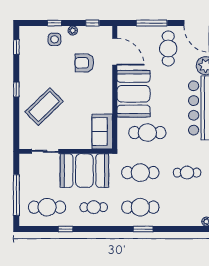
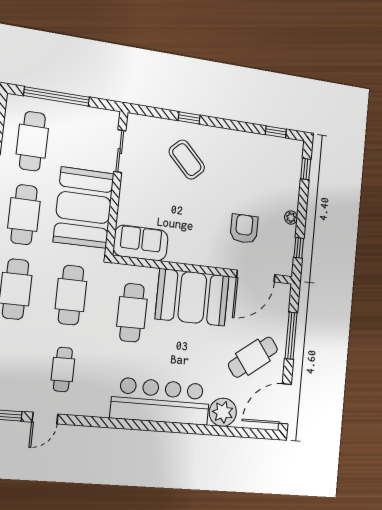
window: (54, 23) -> (306, 169), moved
side table: (55, 39) -> (281, 189), removed
cafe table: (168, 48) -> (253, 357), turned -37
window: (16, 89) -> (189, 118), moved
coffee table: (44, 107) -> (187, 160), width x0.73, depth x0.76
cafe table: (94, 207) -> (24, 215), width x1.37, depth x1.35

